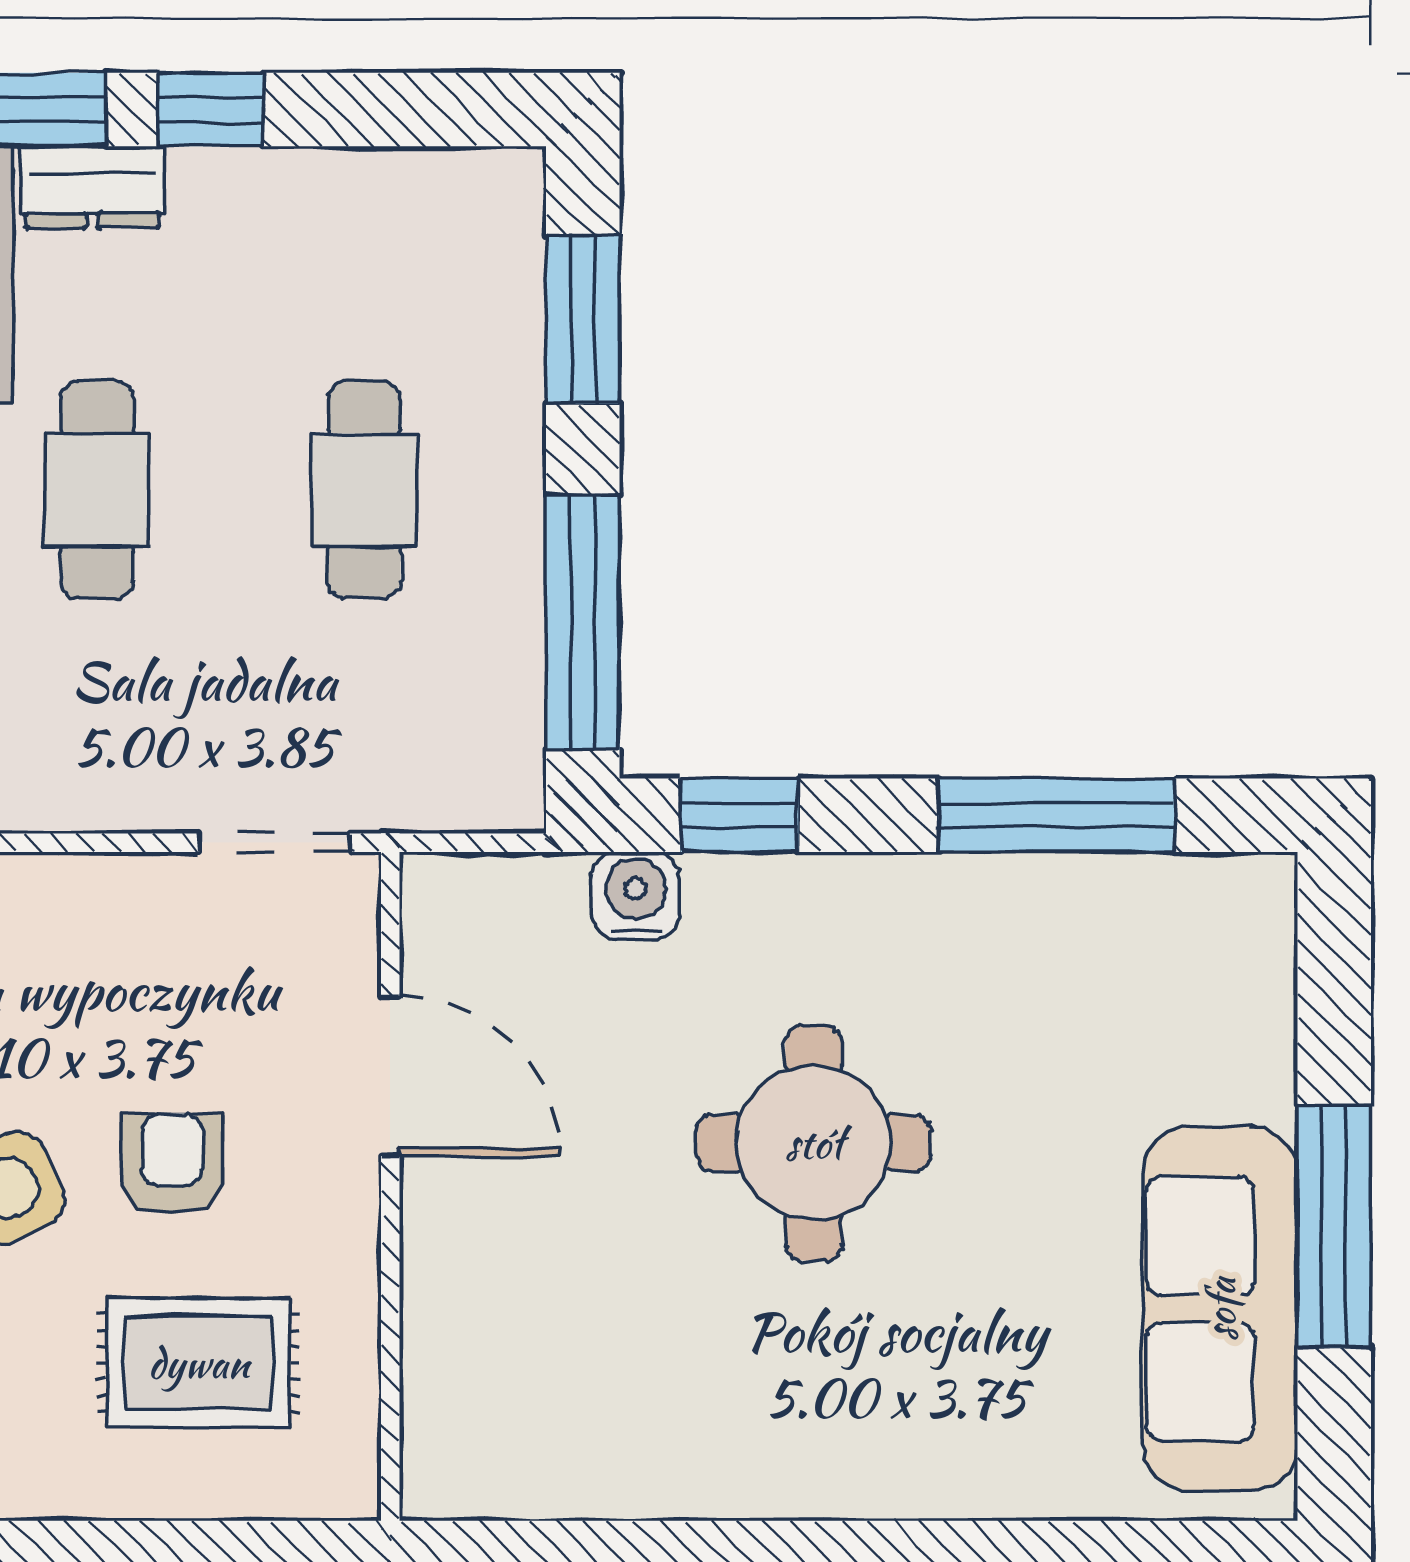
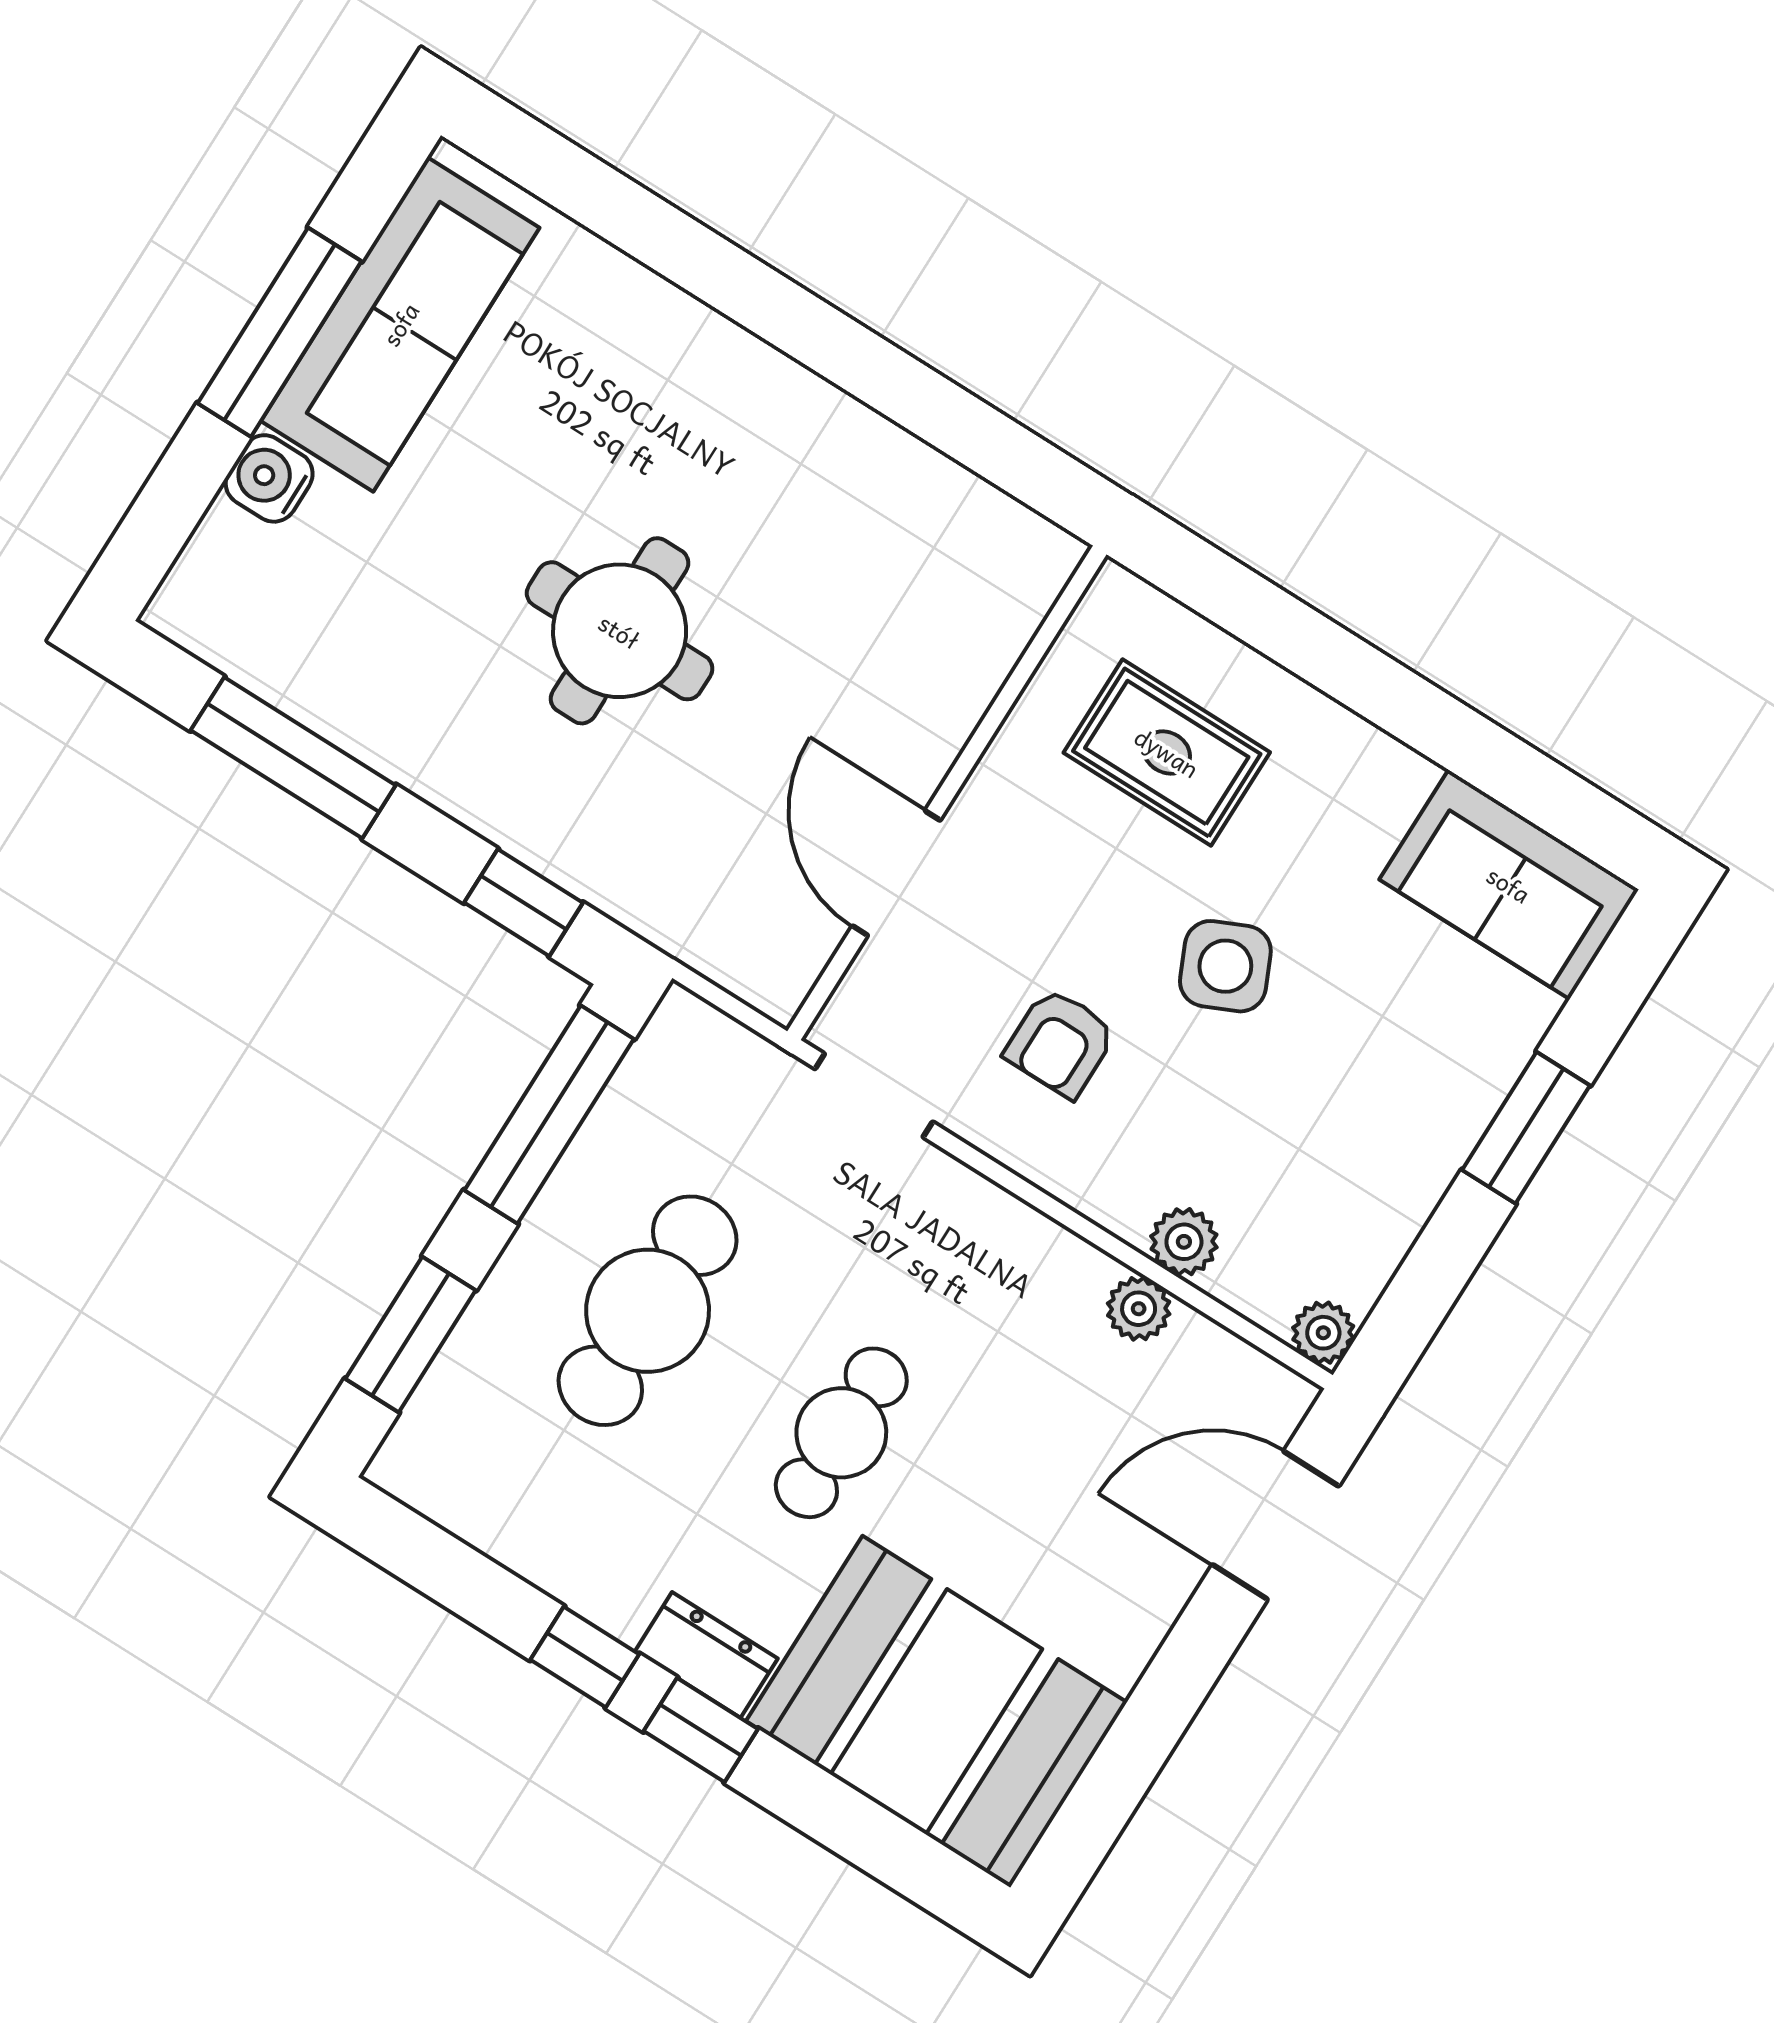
cafe table: (364, 490) -> (648, 1311), width x1.37, depth x1.35
water cooler: (635, 896) -> (269, 478), moved, turned 90
armchair: (172, 1164) -> (1060, 1043), moved

